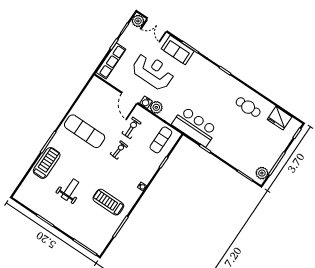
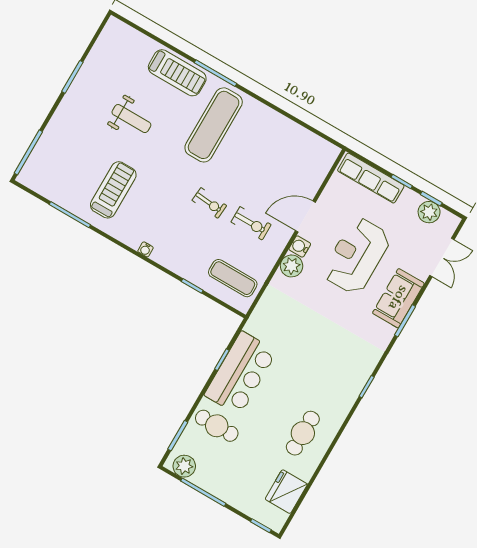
plant: (138, 21) -> (429, 212), moved
double door: (157, 25) -> (442, 257), swing flipped
reception desk: (153, 71) -> (357, 256), turned 180
bar counter: (195, 127) -> (241, 373), moved
exercise mat: (85, 131) -> (214, 125), moved
cafe table: (241, 154) -> (217, 426), added

